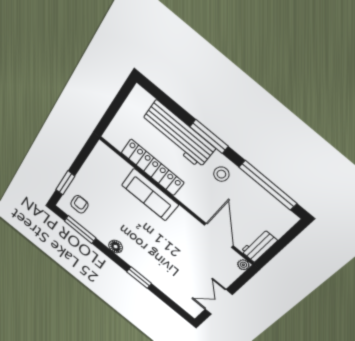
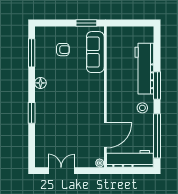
locker: (153, 168) -> (113, 68), removed
window: (65, 183) -> (86, 23), moved
sofa: (150, 195) -> (95, 52), moved
armchair: (79, 204) -> (63, 50), moved
workbench: (259, 246) -> (130, 159), width x1.88, depth x1.32

